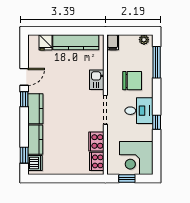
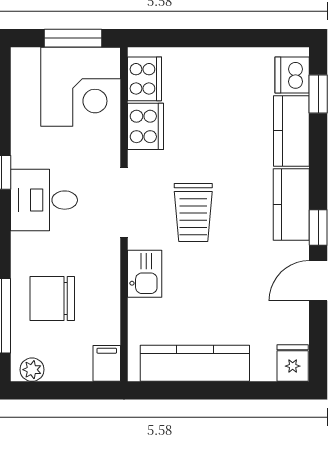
fridge: (45, 42) -> (293, 363), moved
chair: (132, 81) -> (52, 298), moved
trolley: (76, 105) -> (193, 212), added
corner desk: (136, 158) -> (81, 87), moved, turned 90
window: (127, 178) -> (73, 38), width x1.50

